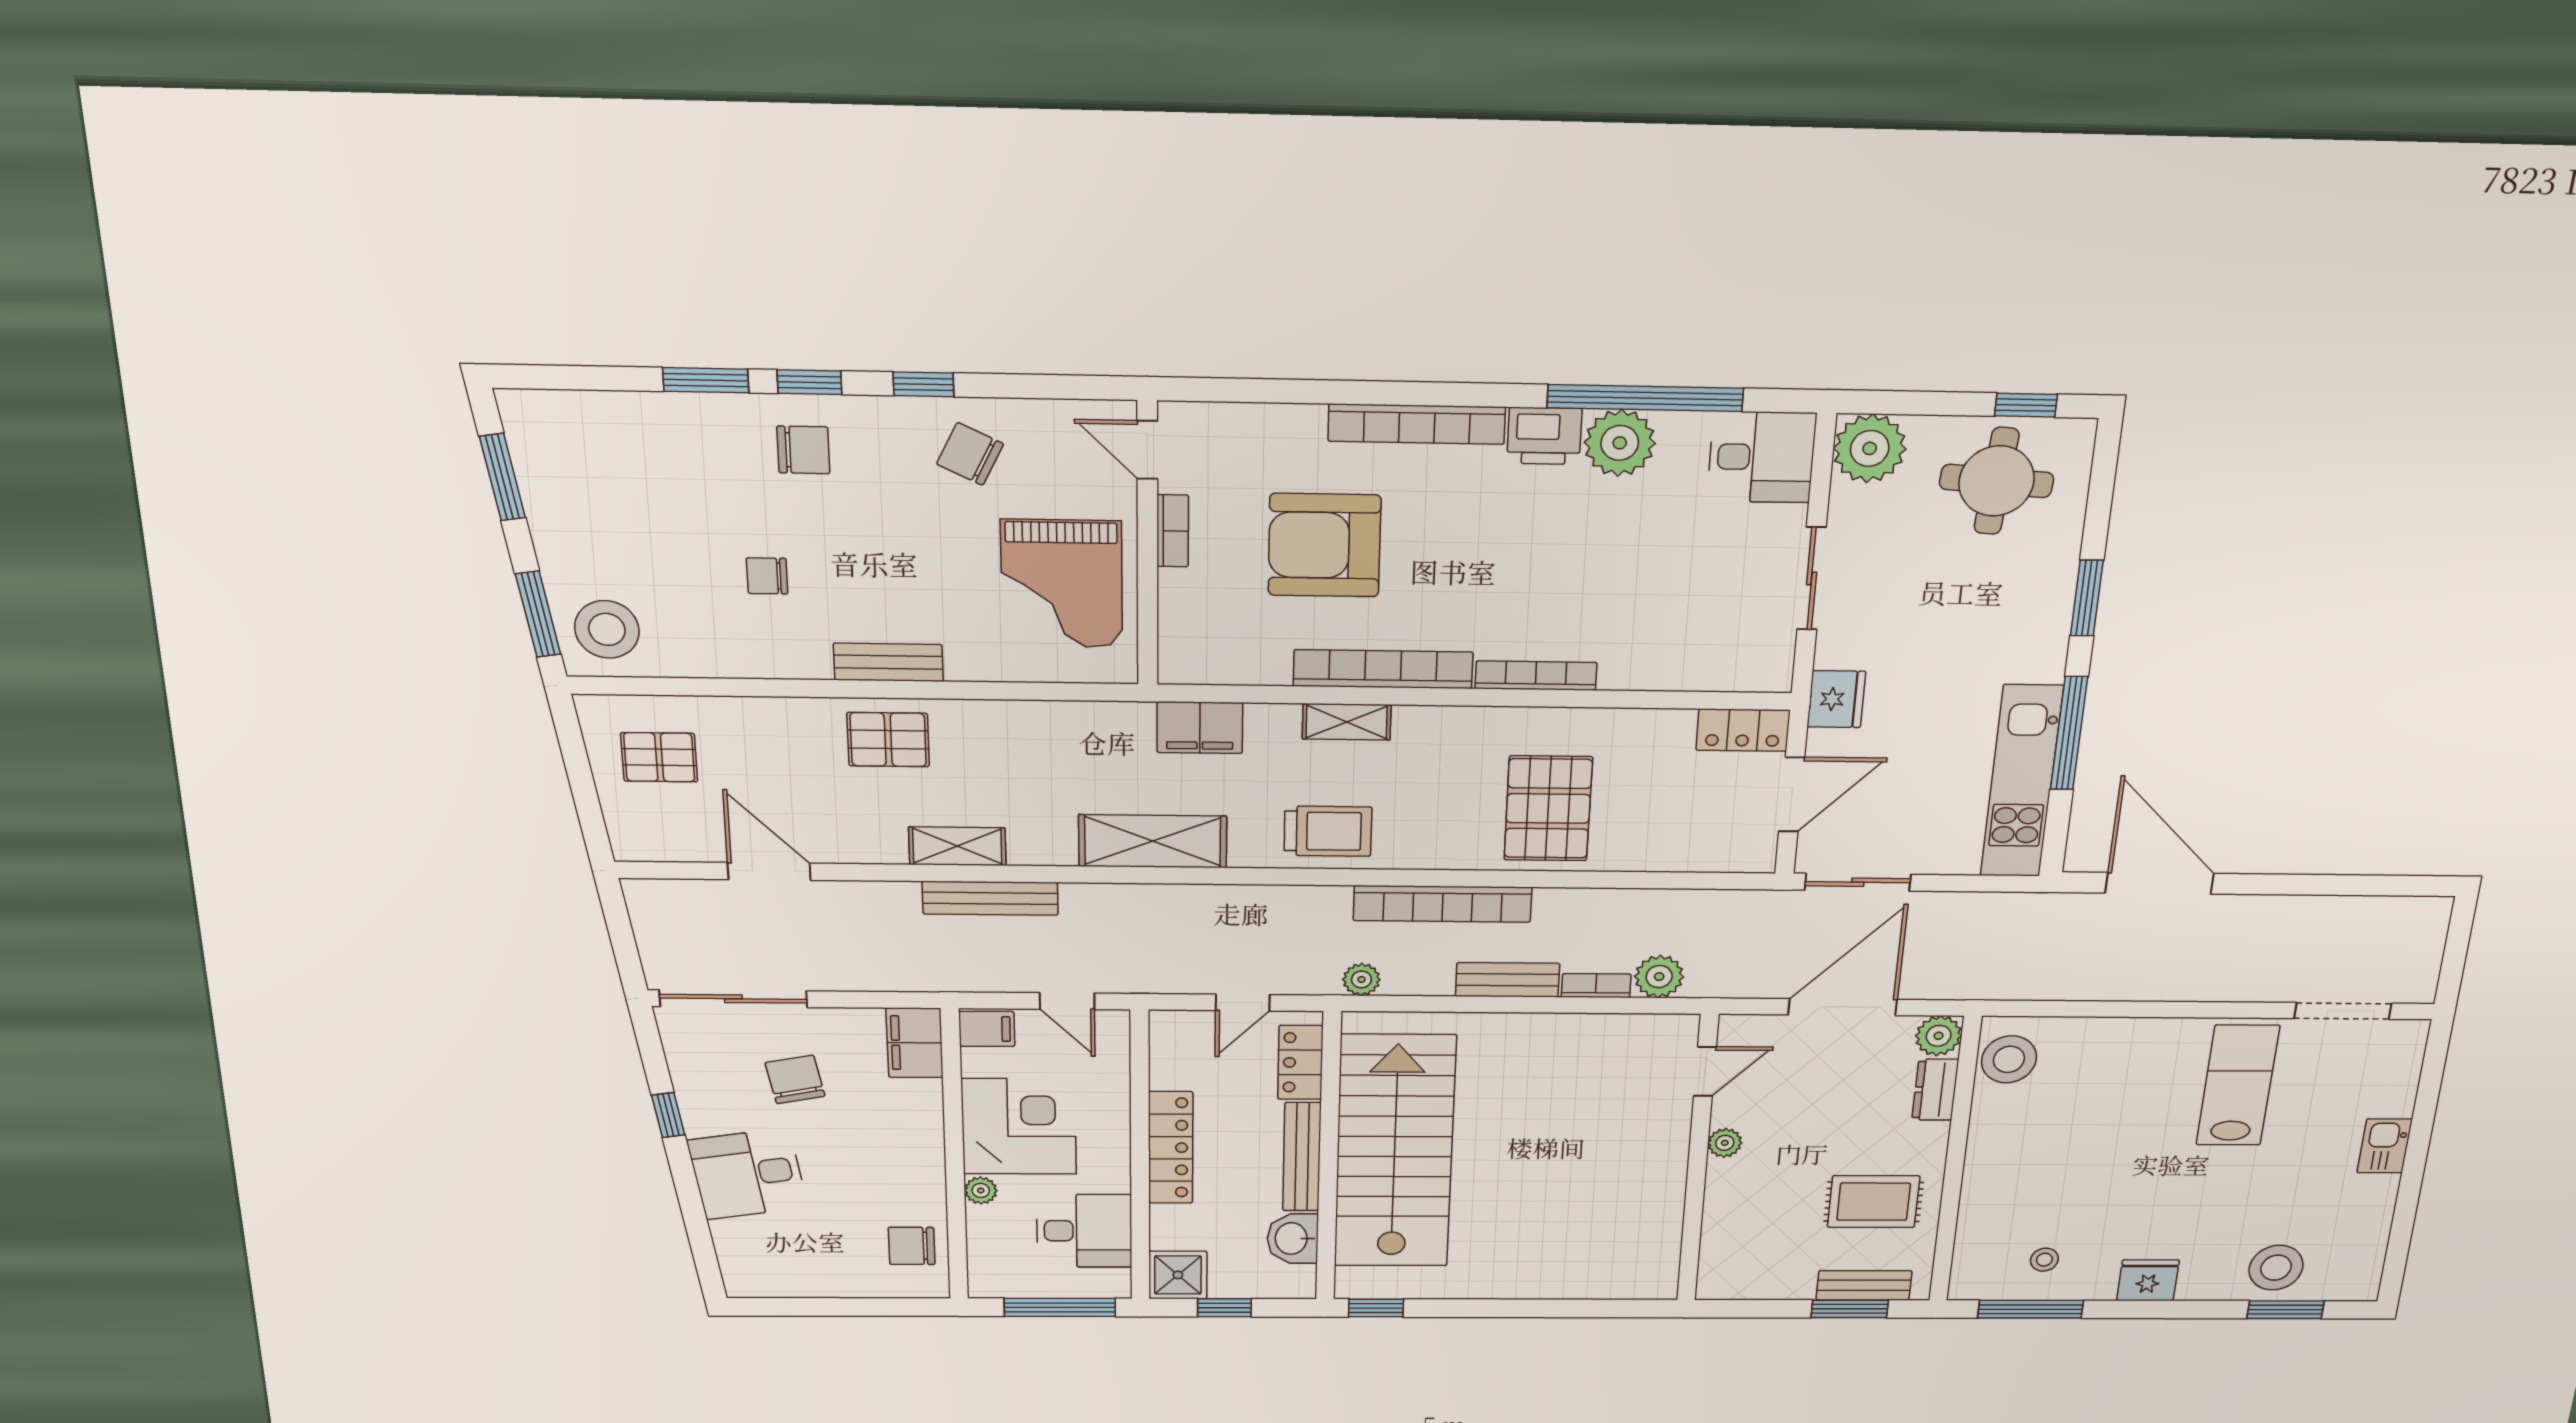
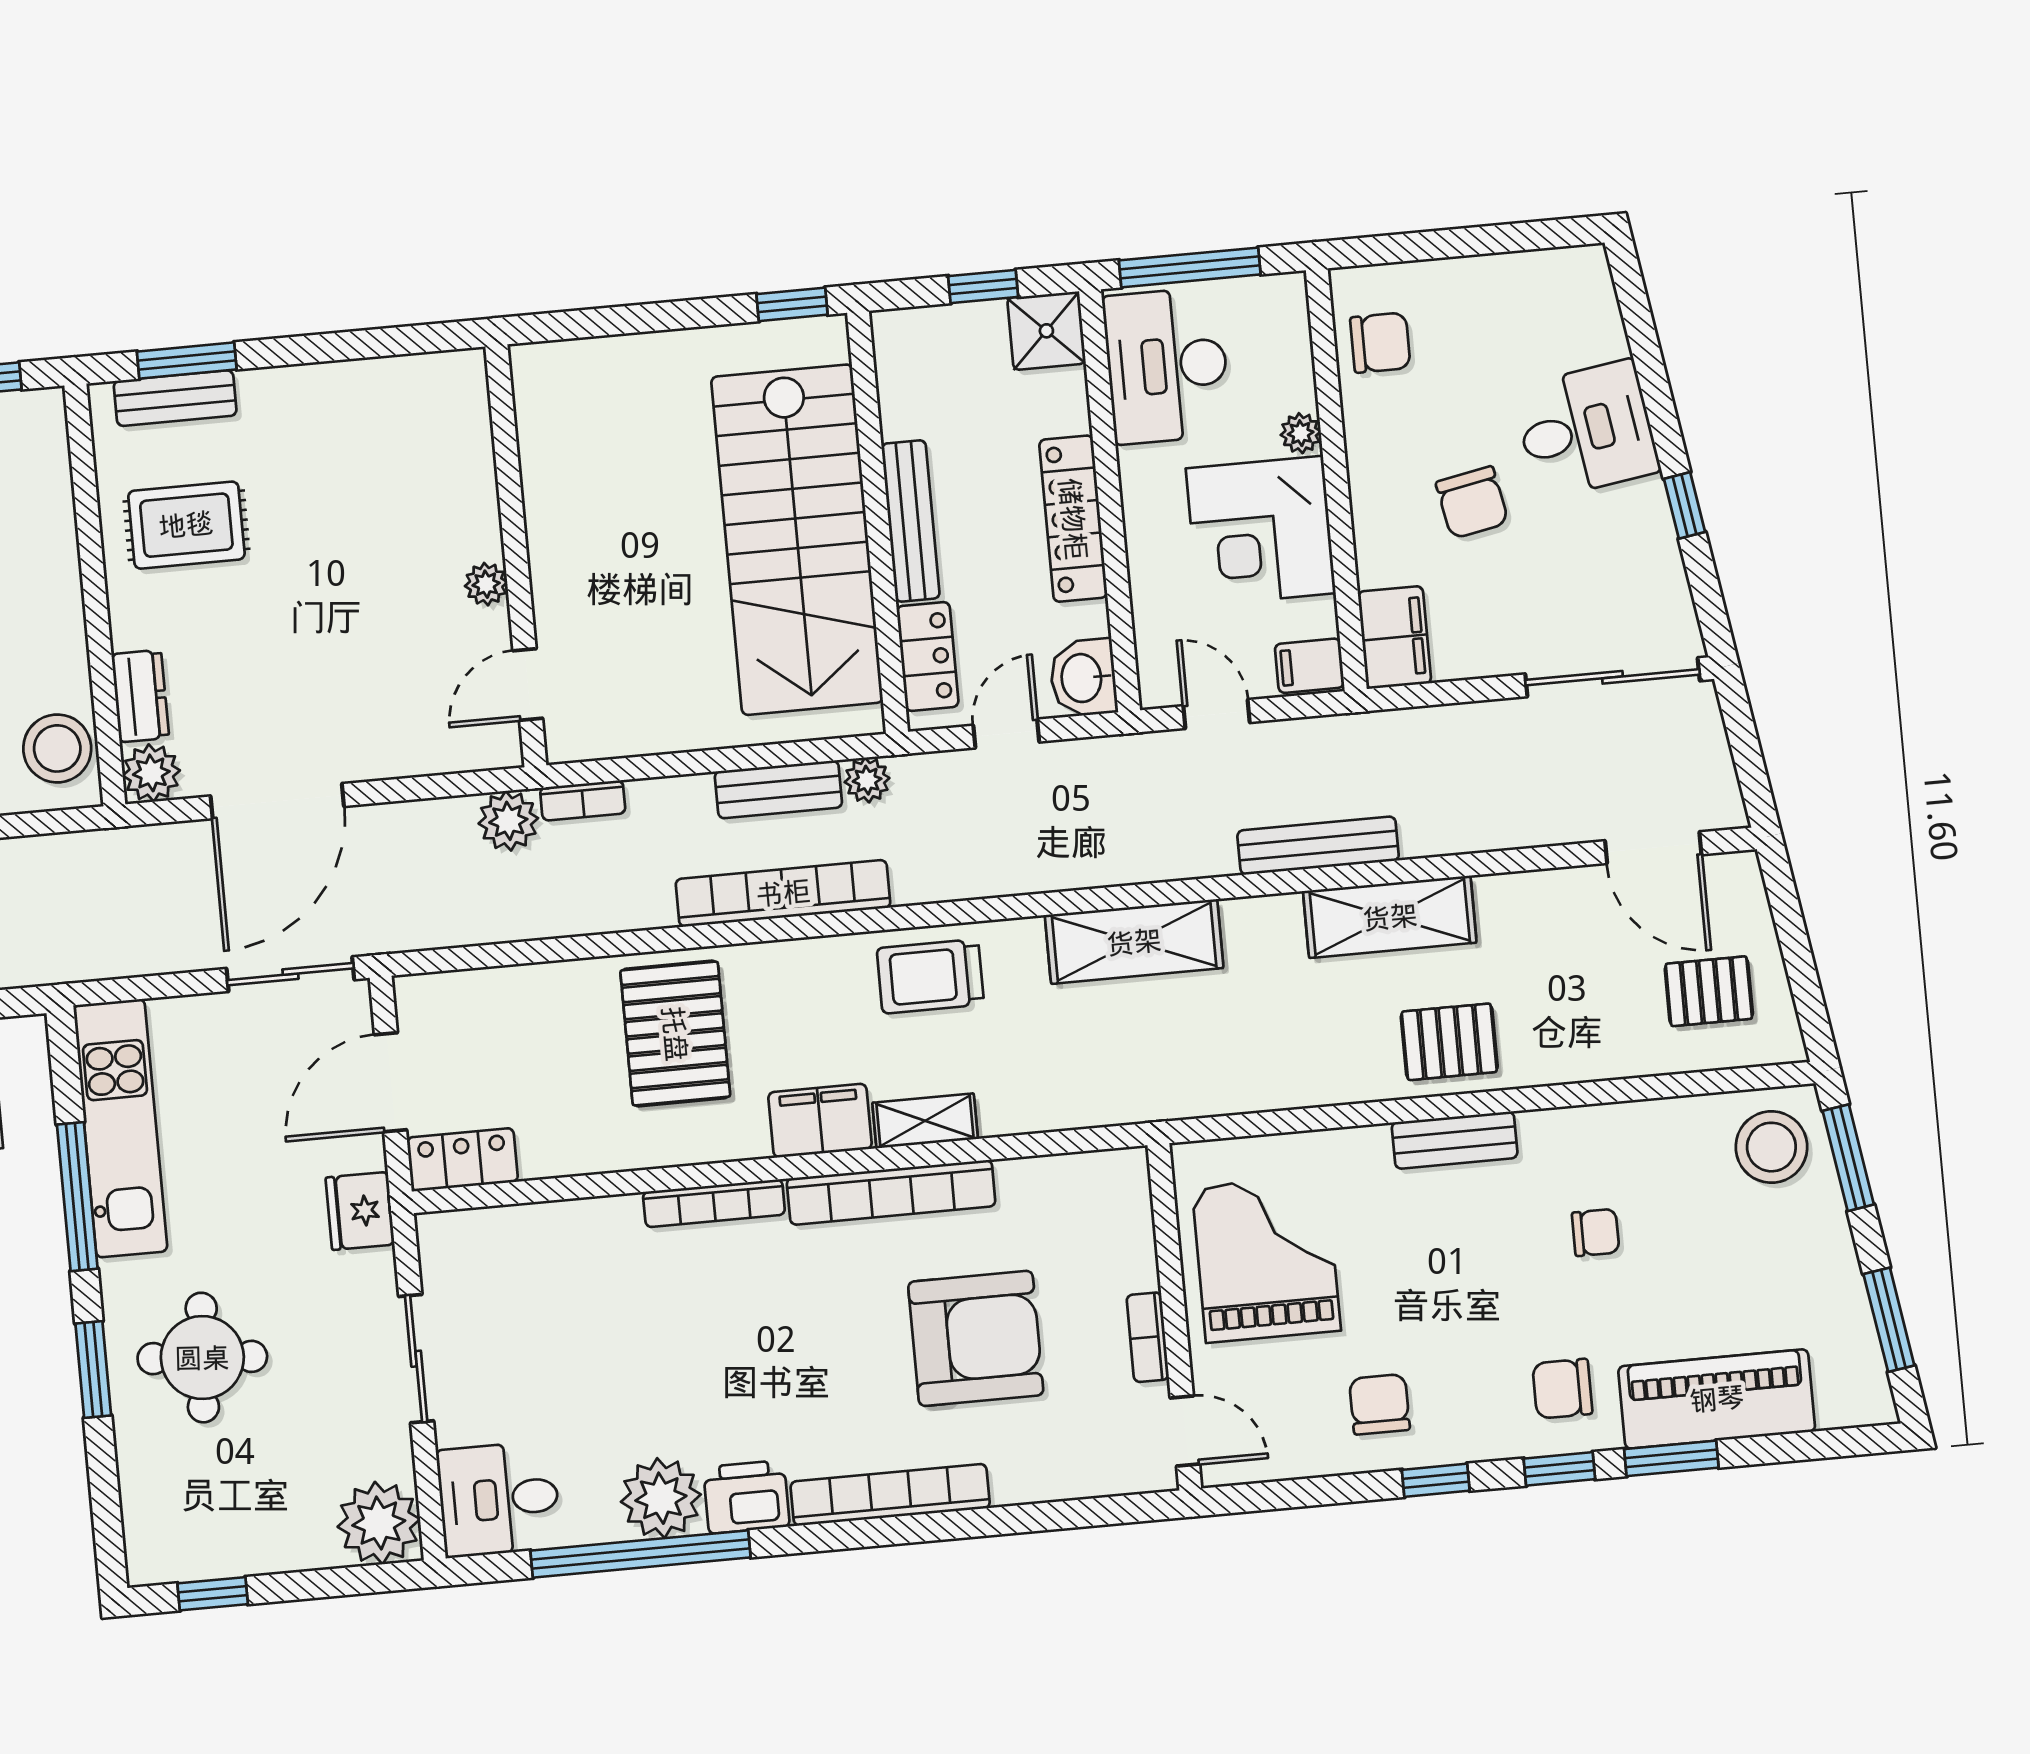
piano: (662, 427) -> (1717, 1399), added
chair: (970, 454) -> (1380, 1404), turned -116
round table: (1997, 481) -> (202, 1358), moved
filing cabinet: (1200, 728) -> (820, 1121), moved
shelving: (957, 846) -> (1390, 917), width x1.50, depth x1.33
door: (769, 871) -> (1653, 848), moved
bench: (1508, 980) -> (778, 789), moved
door: (1705, 1071) -> (528, 685), moved
chair: (795, 1079) -> (1472, 502), moved
plant: (1725, 1143) -> (486, 584), moved
wall: (1698, 1160) -> (516, 556), moved
desk: (1084, 1231) -> (1167, 366), width x1.37
washbasin: (1293, 1239) -> (1083, 678), moved, turned 180

